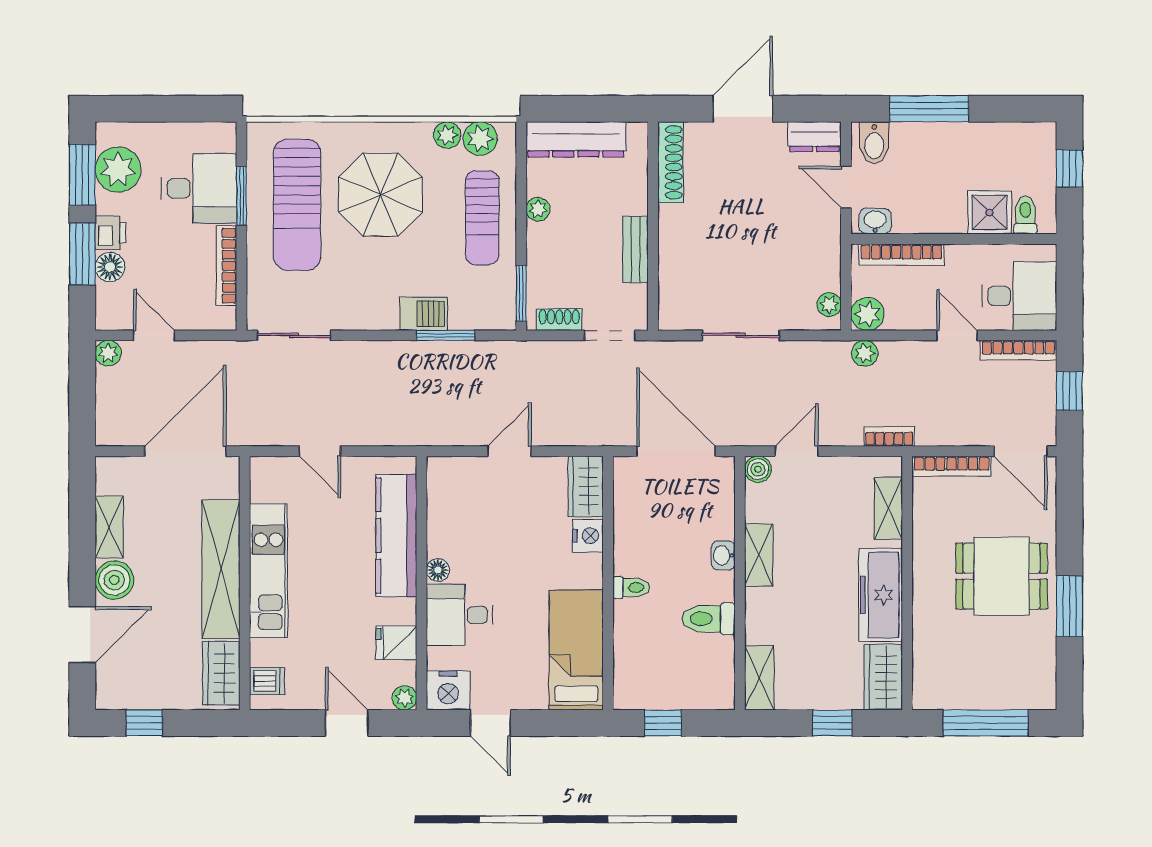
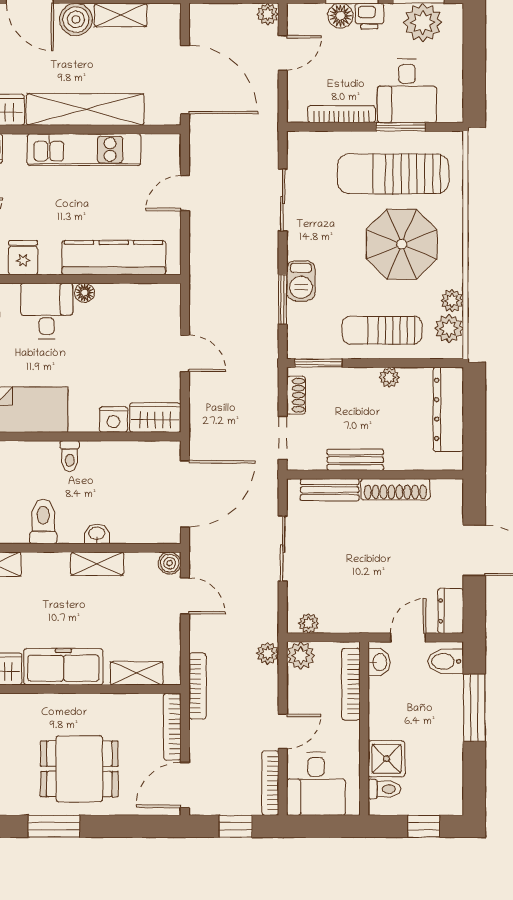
shoe rack: (670, 162) -> (395, 489), moved
bench: (671, 280) -> (330, 490), added
sliding door: (294, 335) -> (283, 200), moved
bookcase: (889, 436) -> (197, 686), width x1.56
dining table: (1001, 576) -> (79, 769), turned 90

